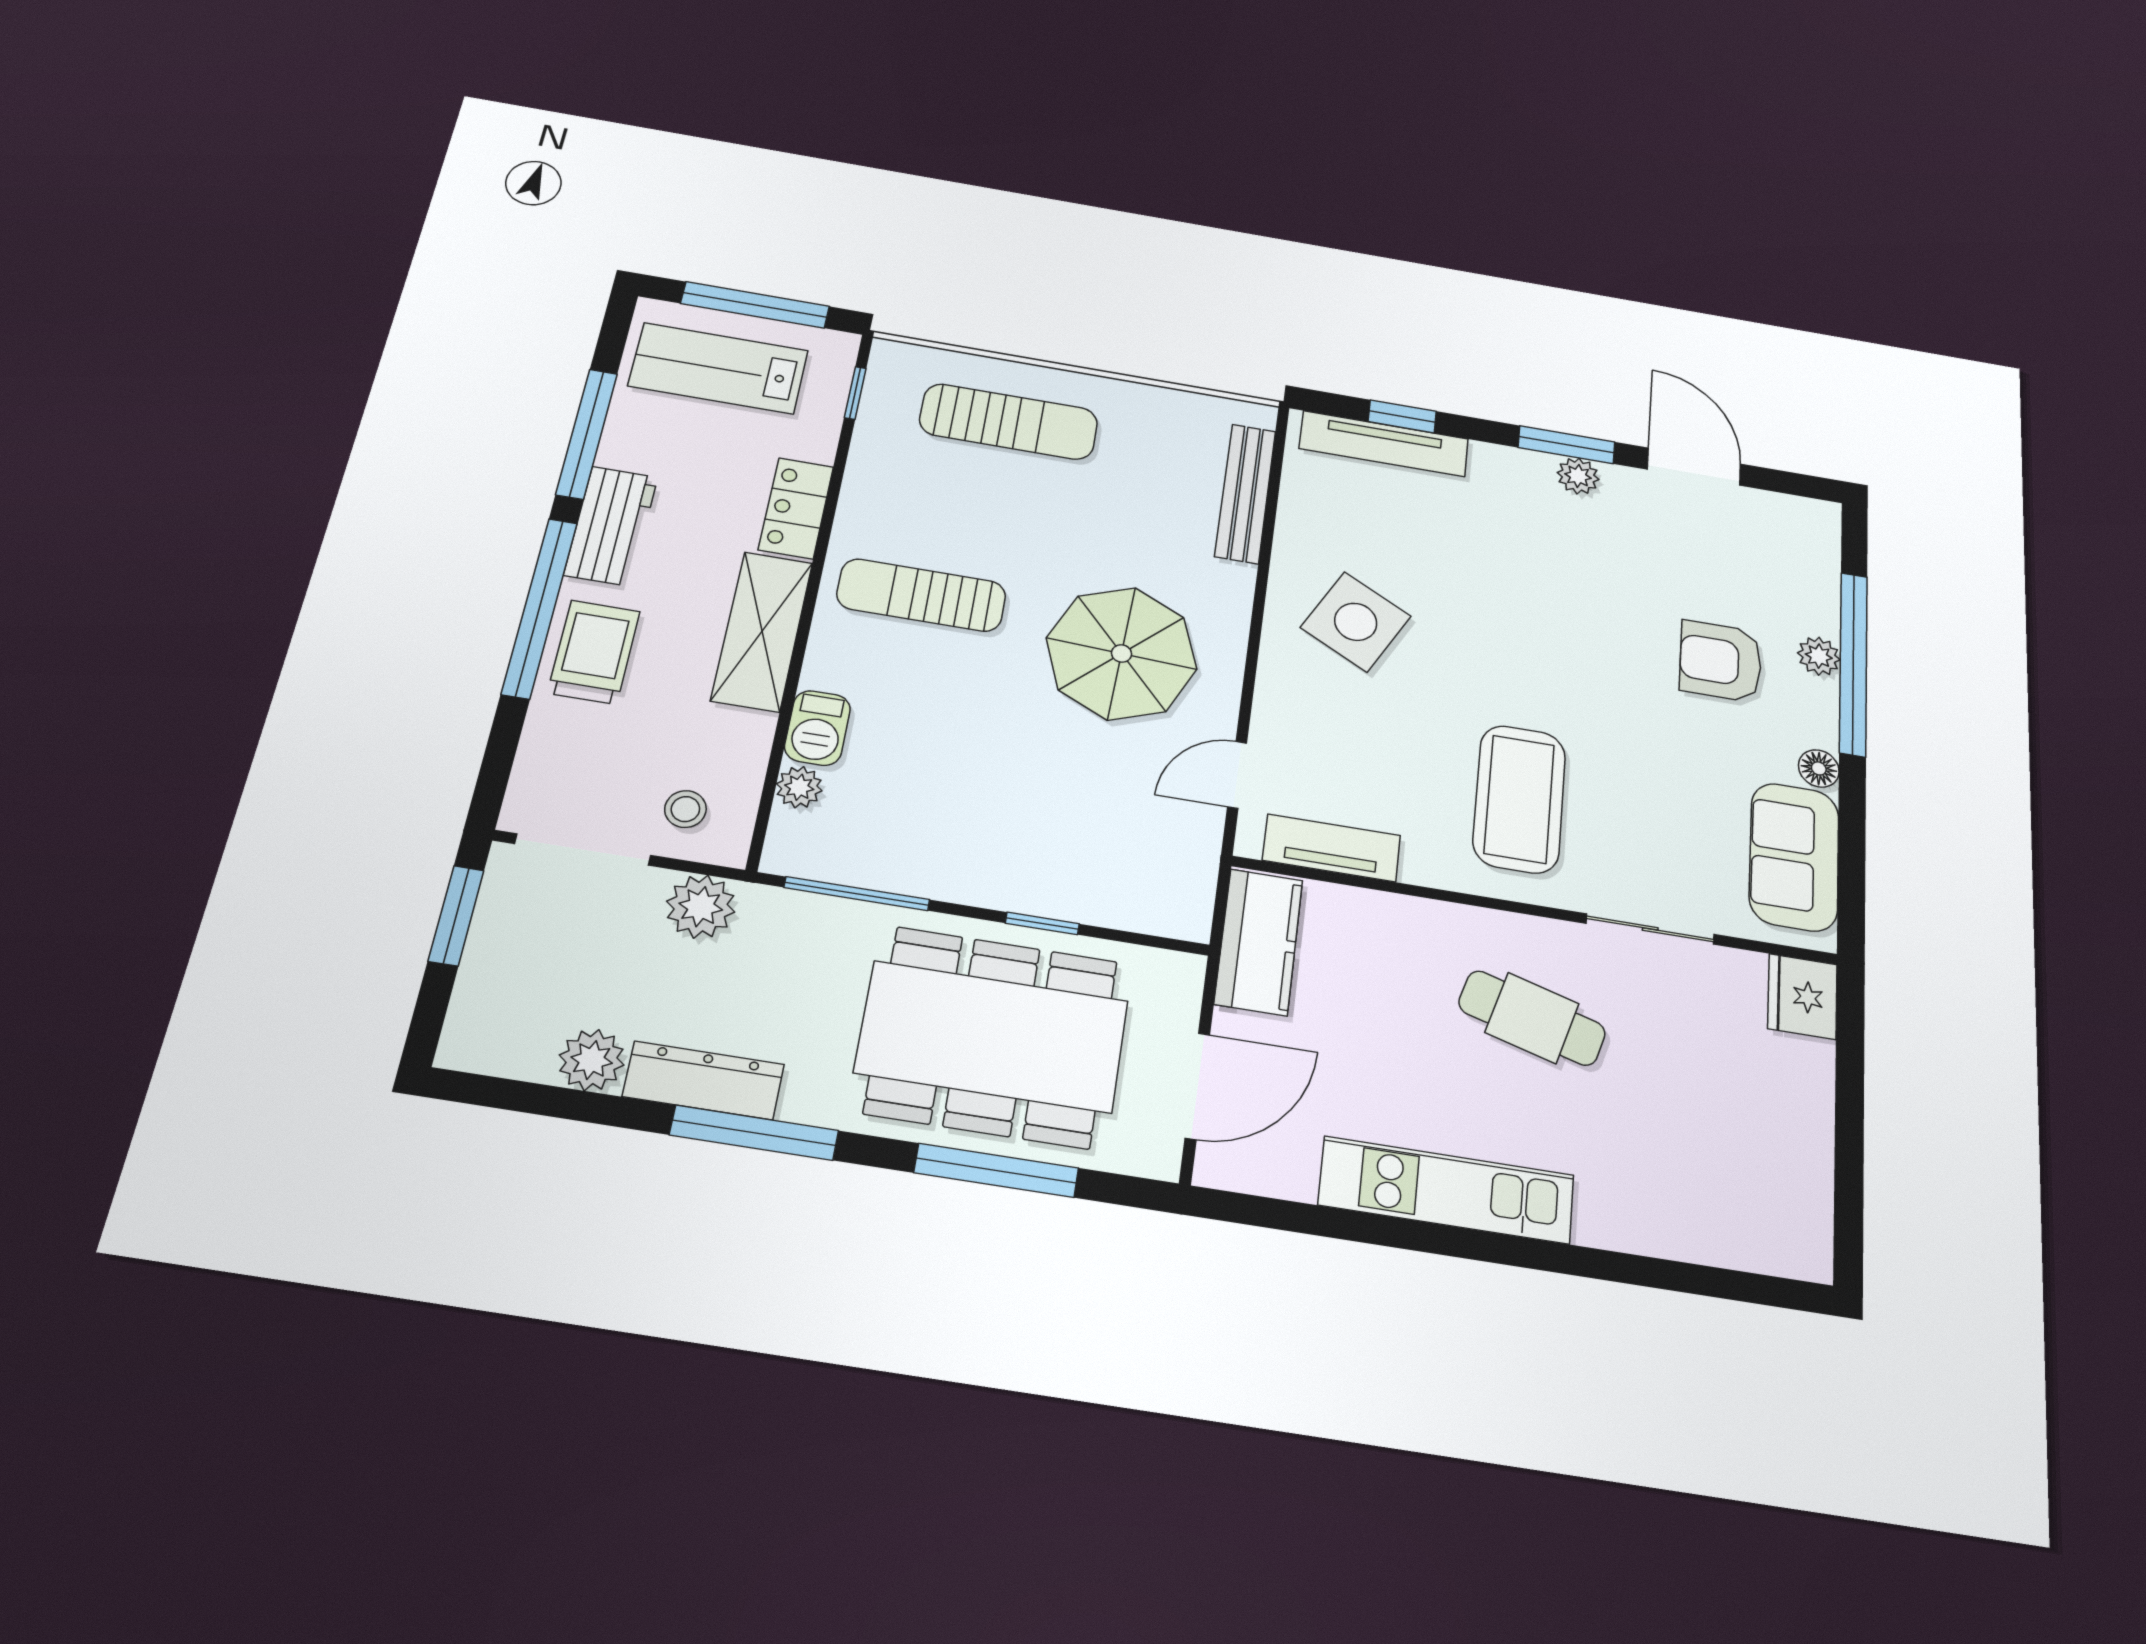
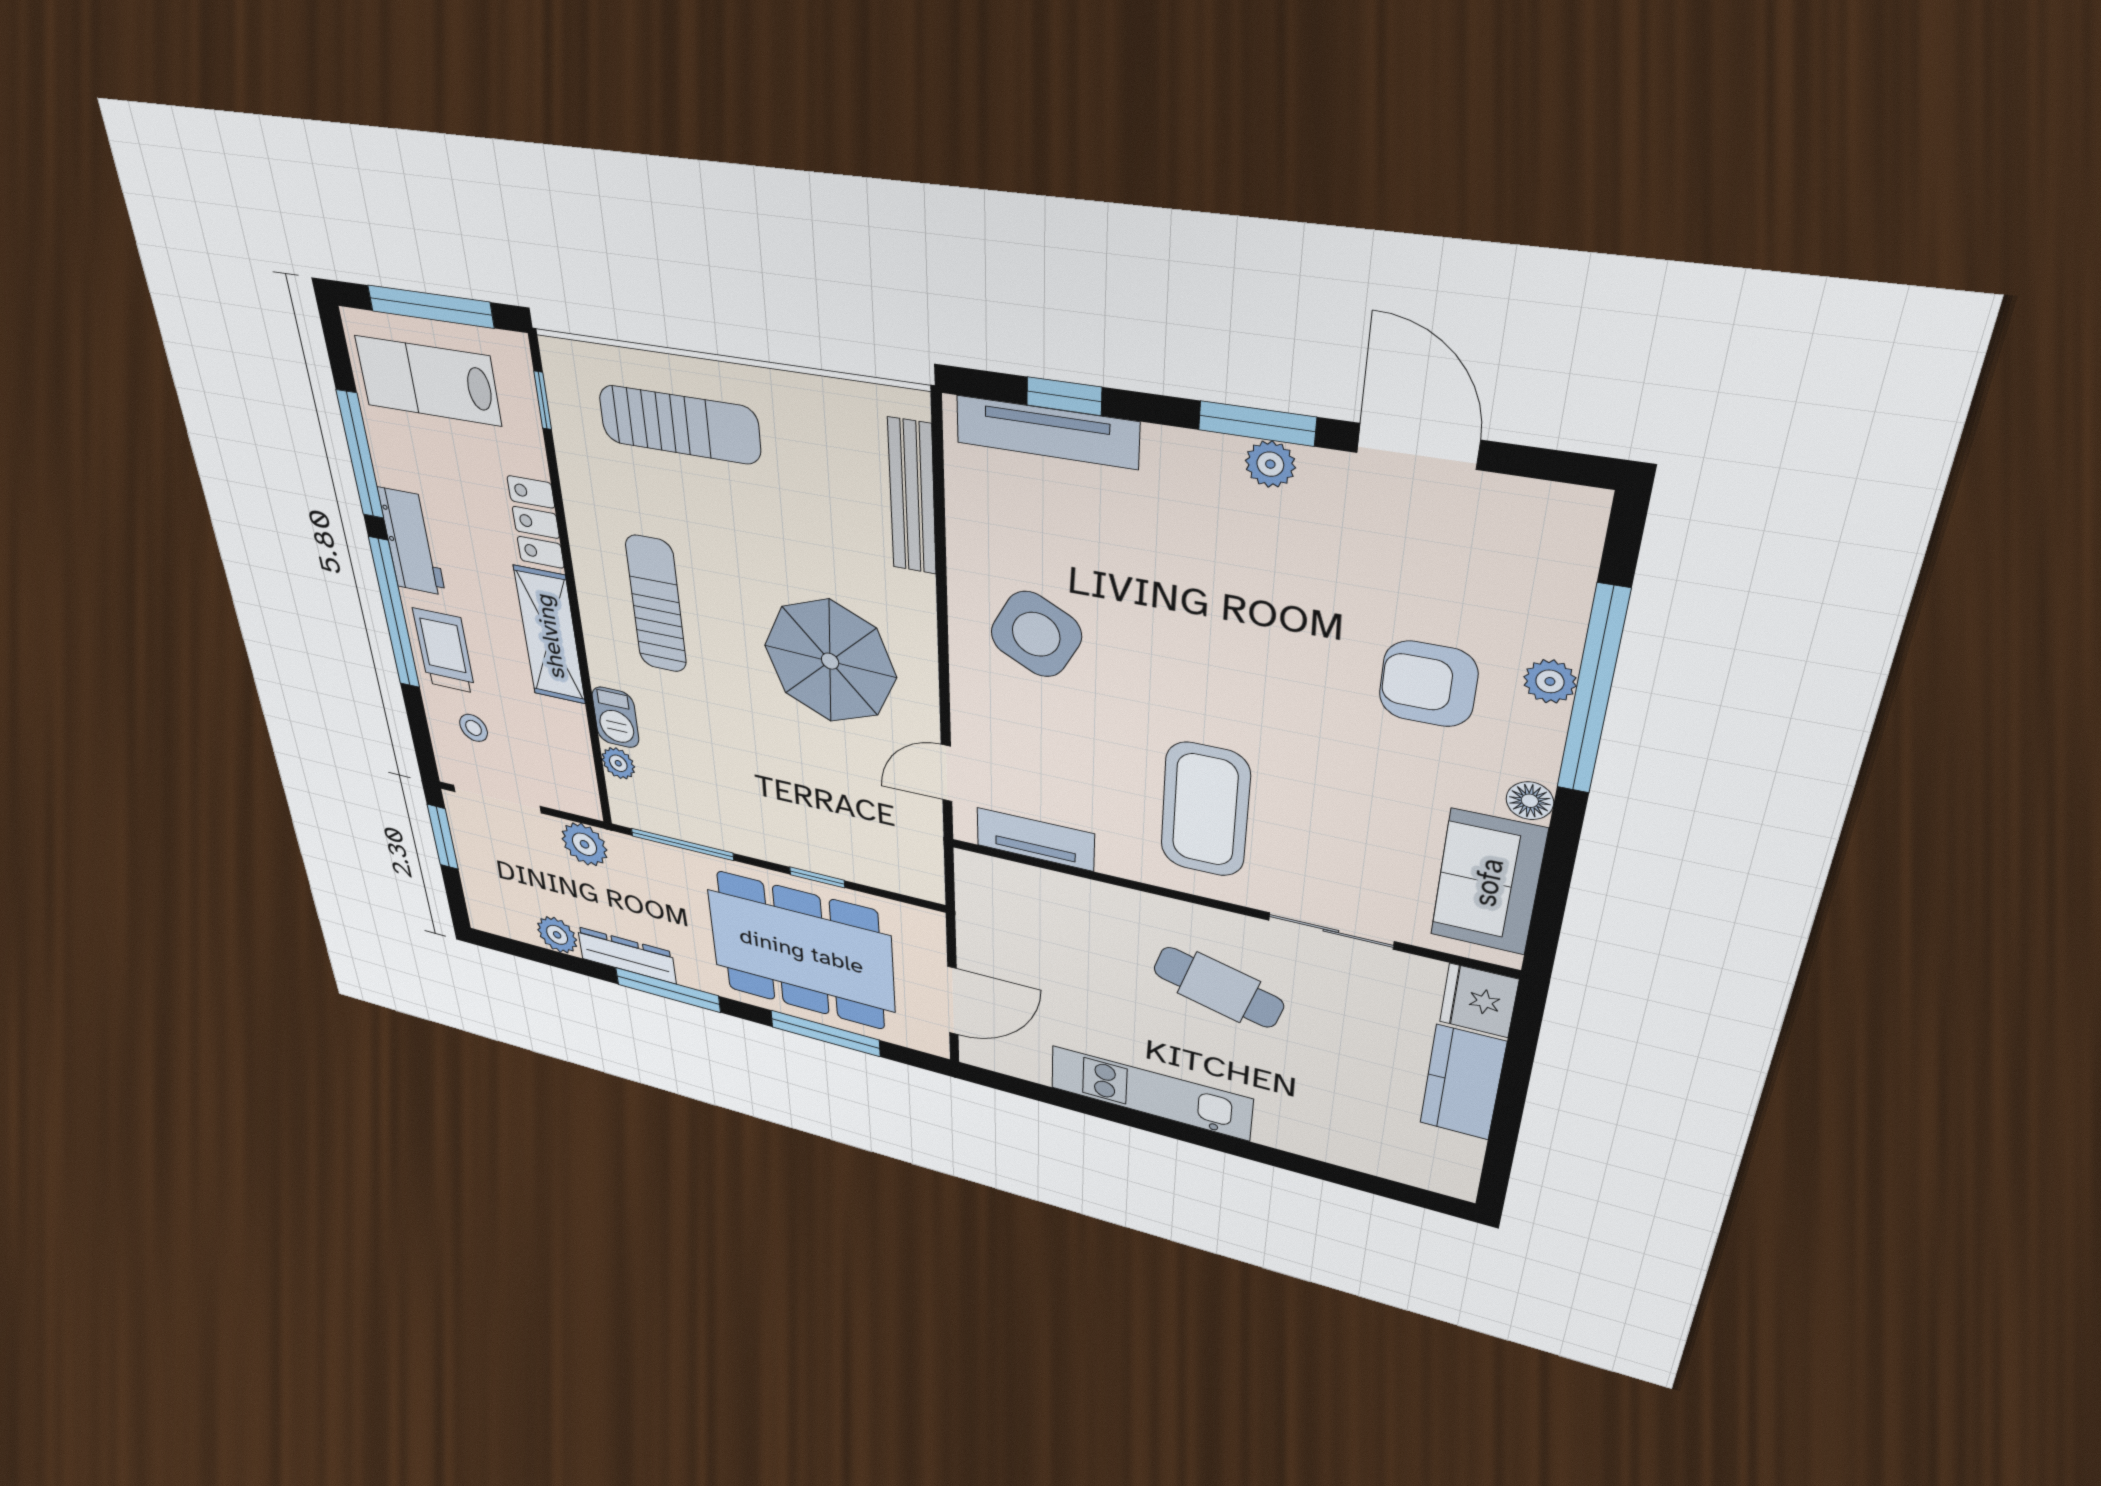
sun lounger: (921, 595) -> (656, 604), turned 90
stool: (685, 809) -> (474, 728), moved
kitchen counter: (1259, 942) -> (1463, 1083), moved, turned 180

